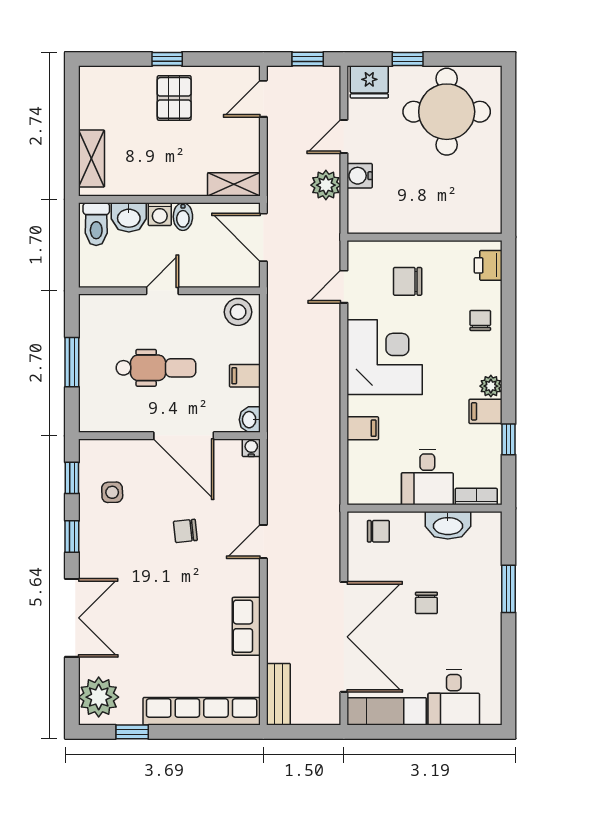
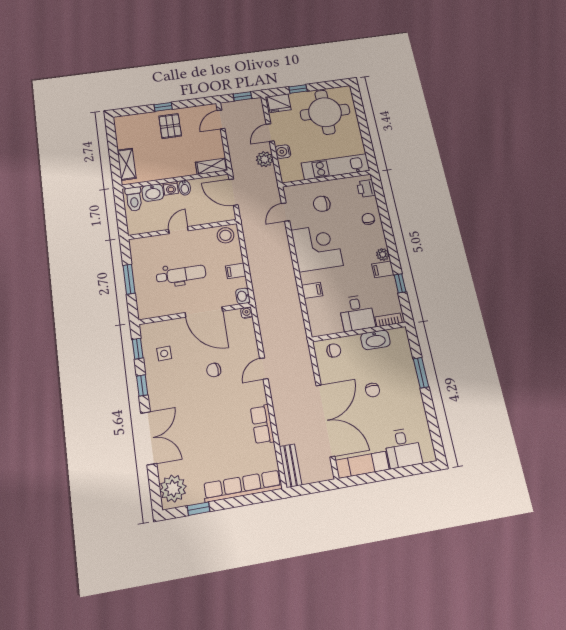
kitchen unit: (444, 218) -> (335, 167), added

